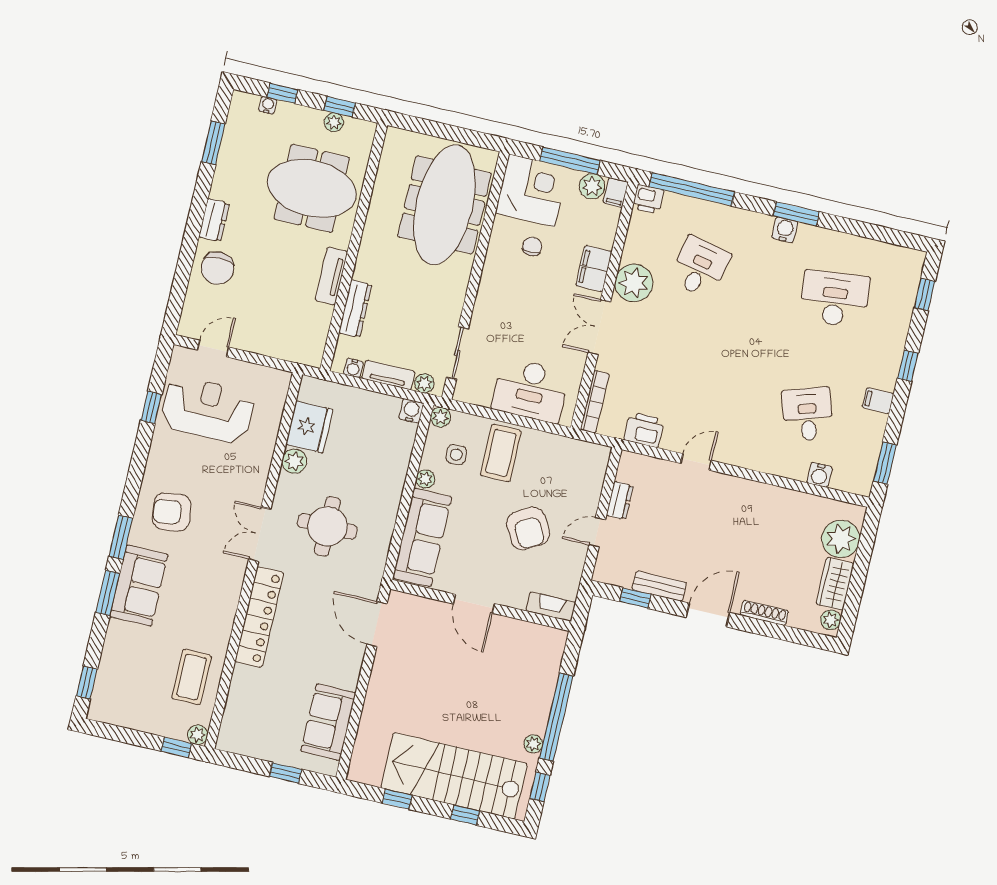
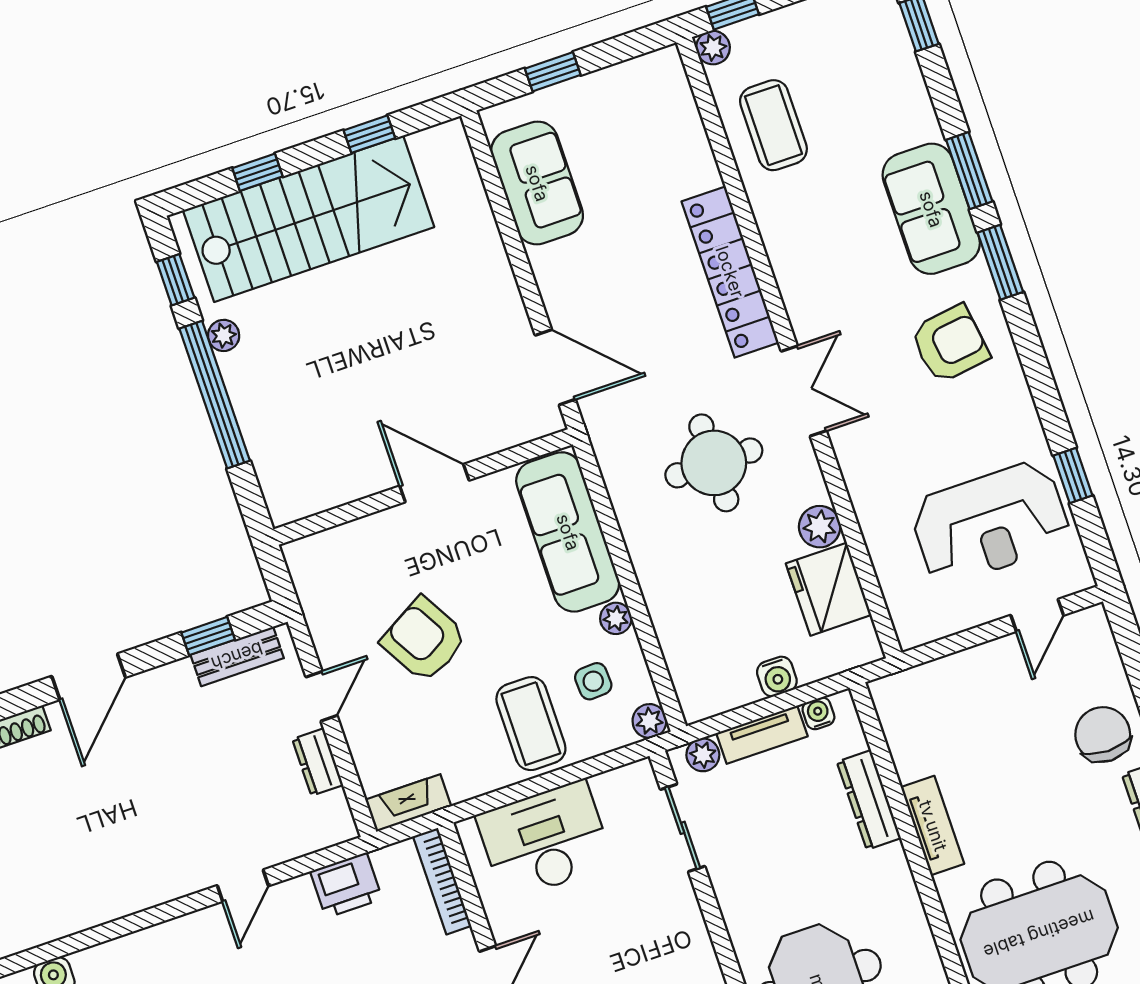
water cooler: (411, 411) -> (777, 677), moved
bench: (659, 586) -> (237, 656), moved
fireplace: (551, 607) -> (408, 803), moved, turned 180

